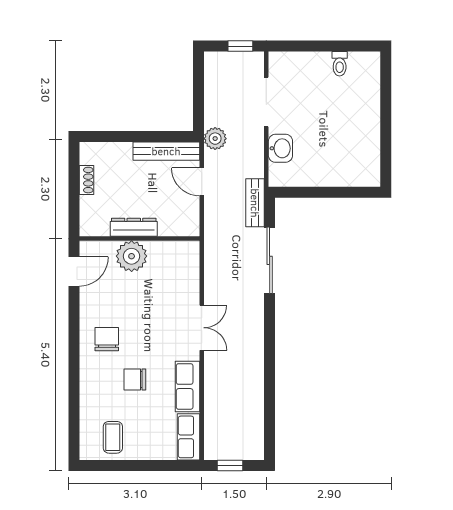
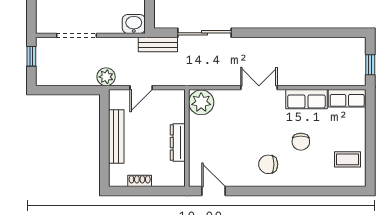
washbasin: (280, 148) -> (134, 24), moved
bench: (166, 151) -> (116, 136), moved
plant: (132, 256) -> (201, 102), moved

